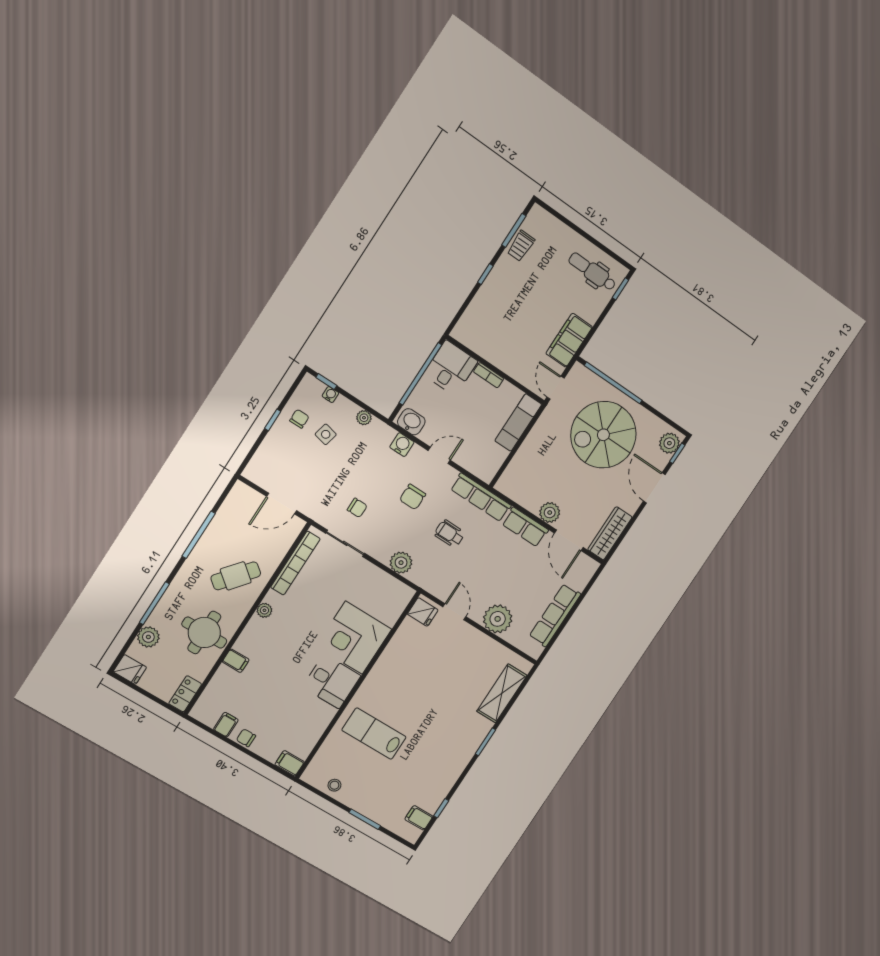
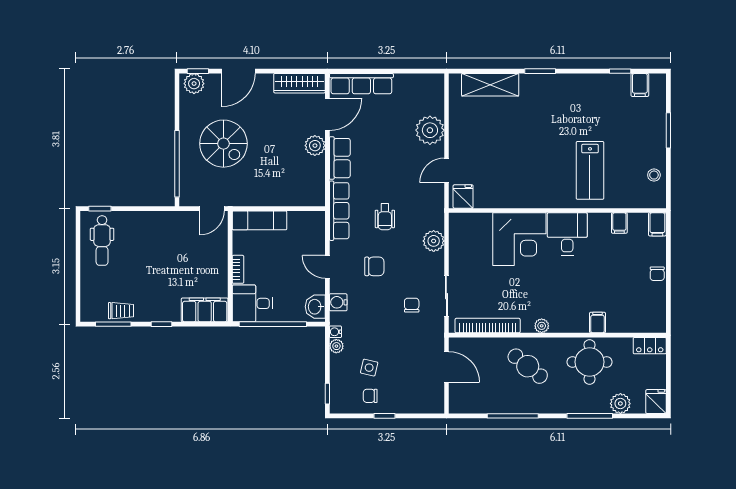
filing cabinet: (569, 340) -> (205, 310), moved, turned 180
water cooler: (330, 395) -> (335, 332), moved
spiral stairs: (603, 435) -> (223, 144), width x0.73, depth x0.73
row of seats: (555, 615) -> (361, 84), moved
filing cabinet: (226, 725) -> (619, 223), moved, turned -90

